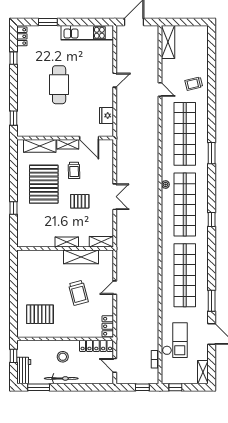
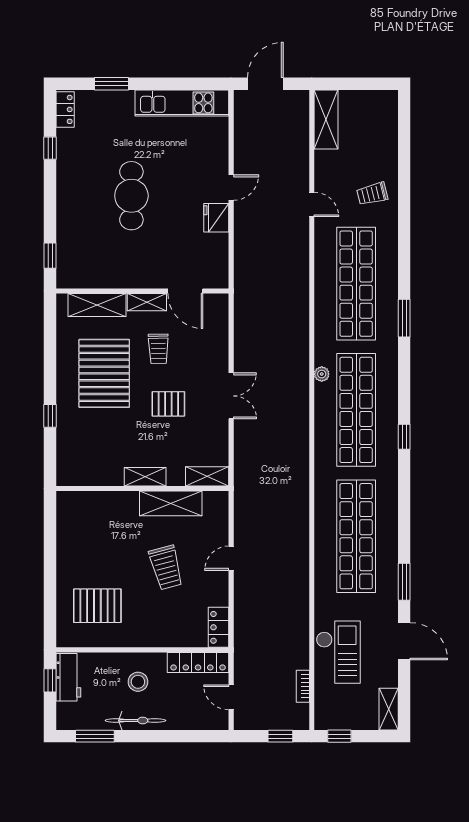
fridge: (107, 115) -> (216, 218), moved
workbench: (24, 370) -> (68, 677), moved

